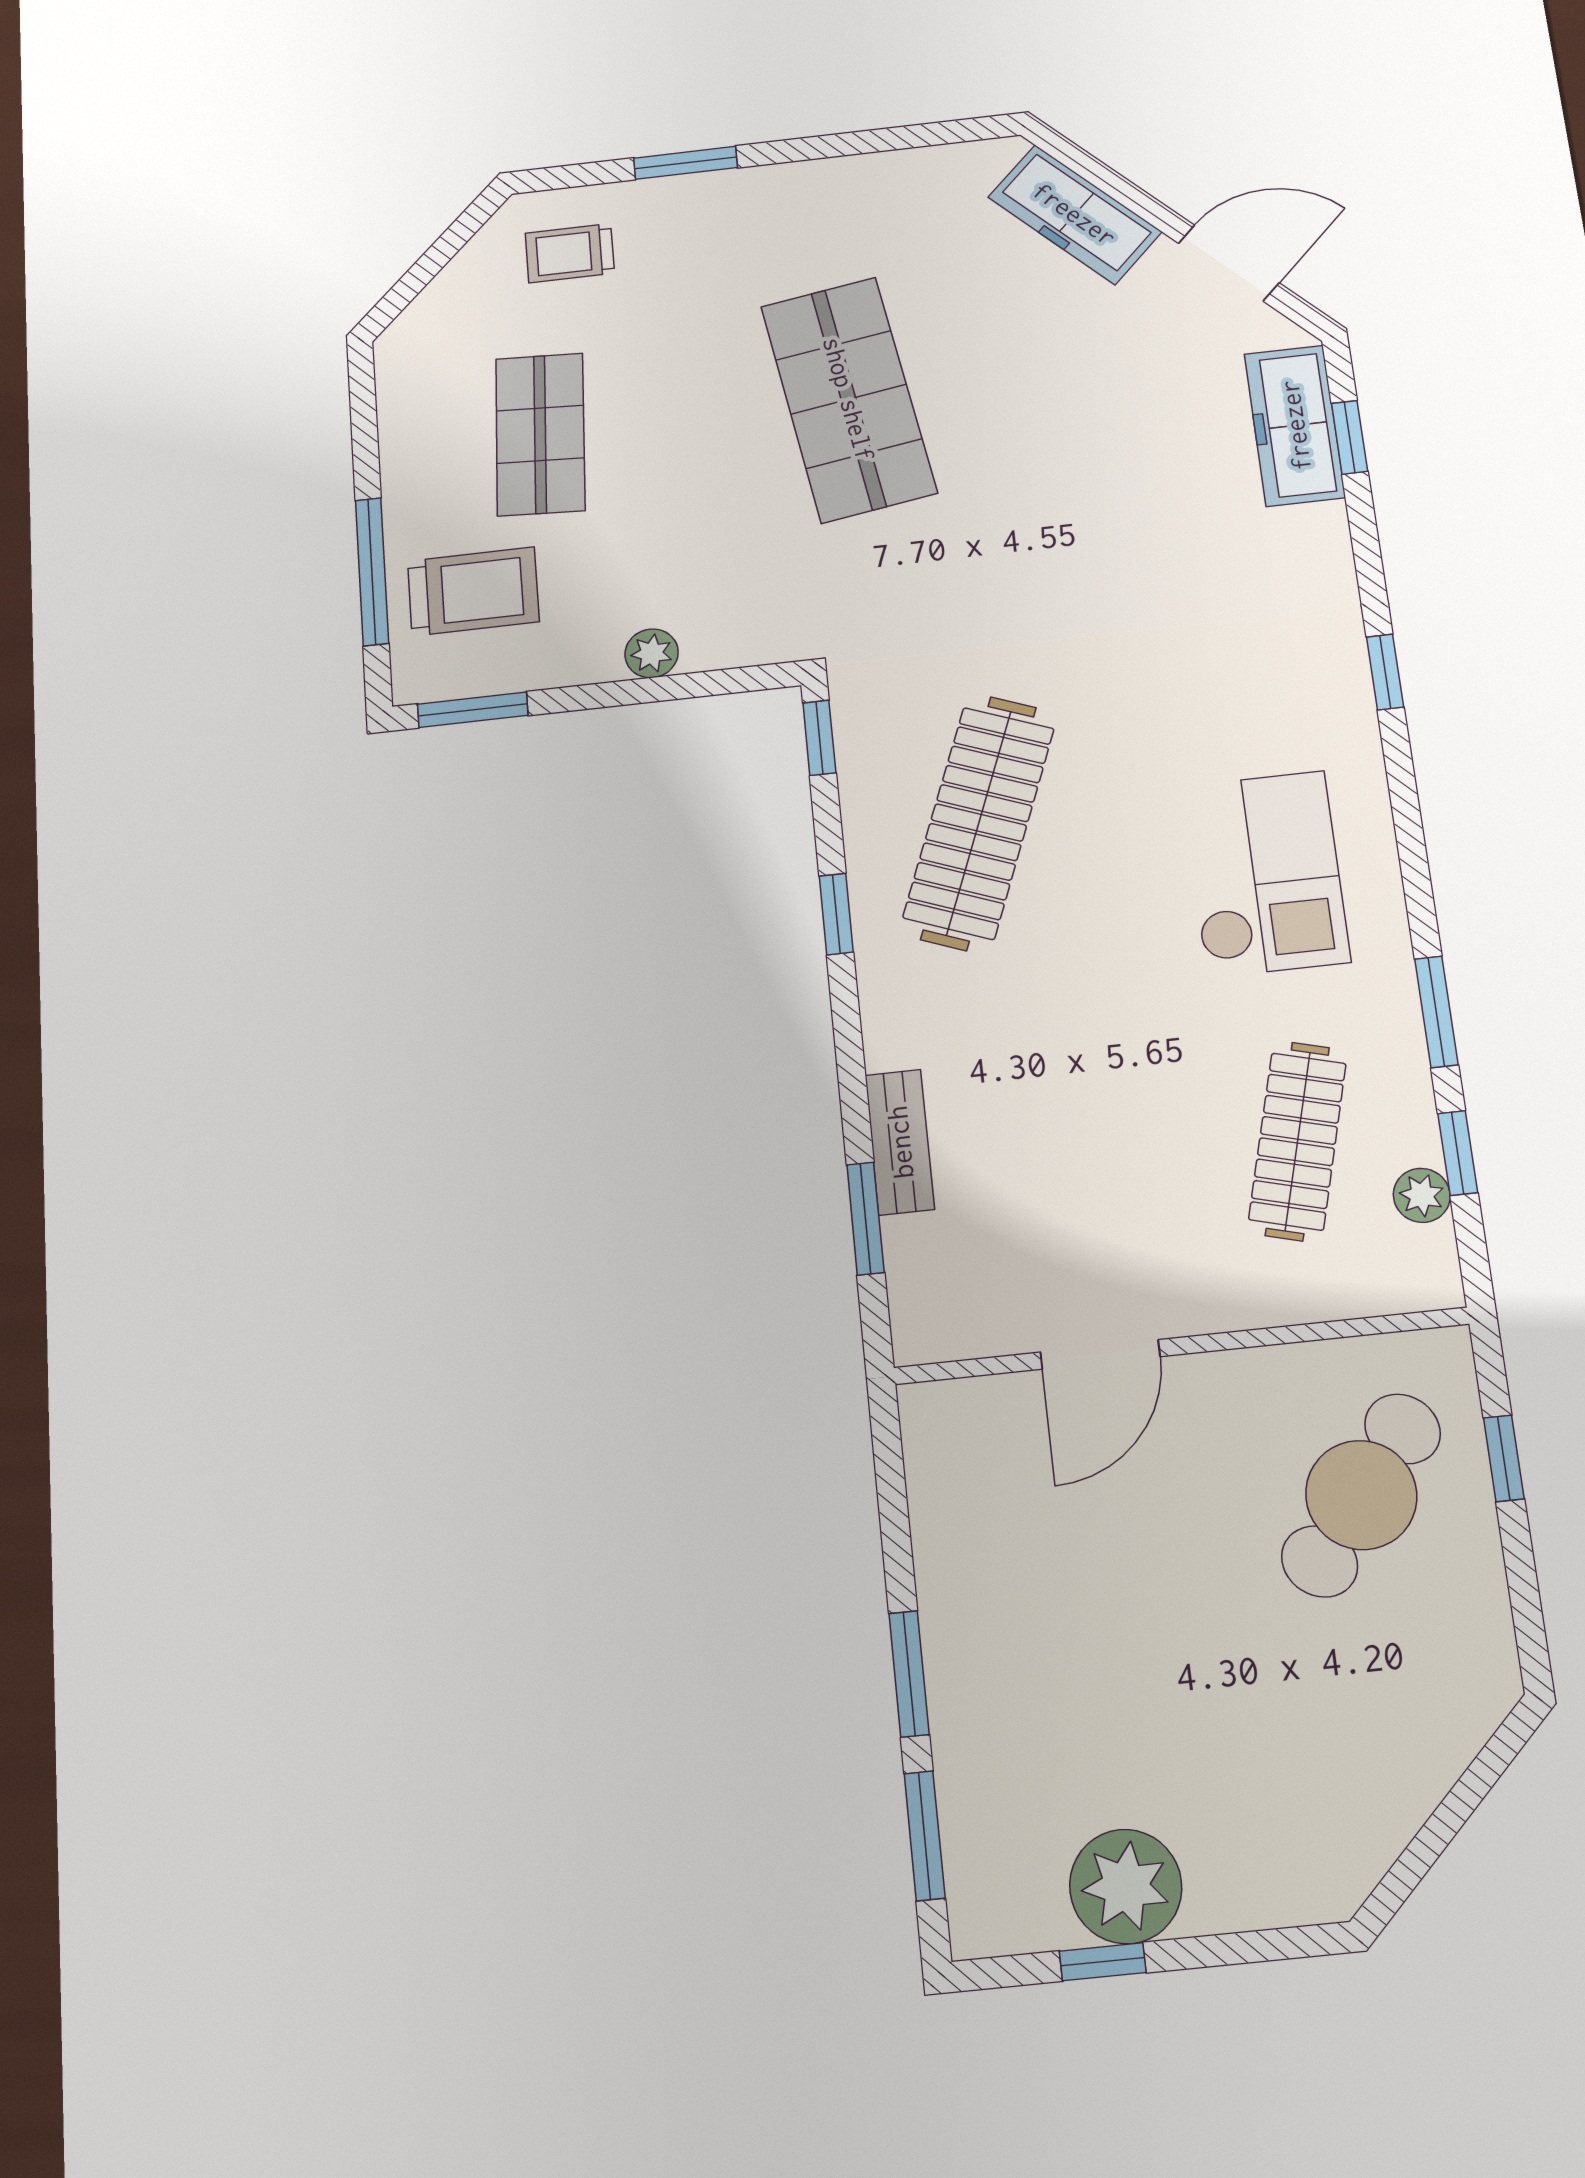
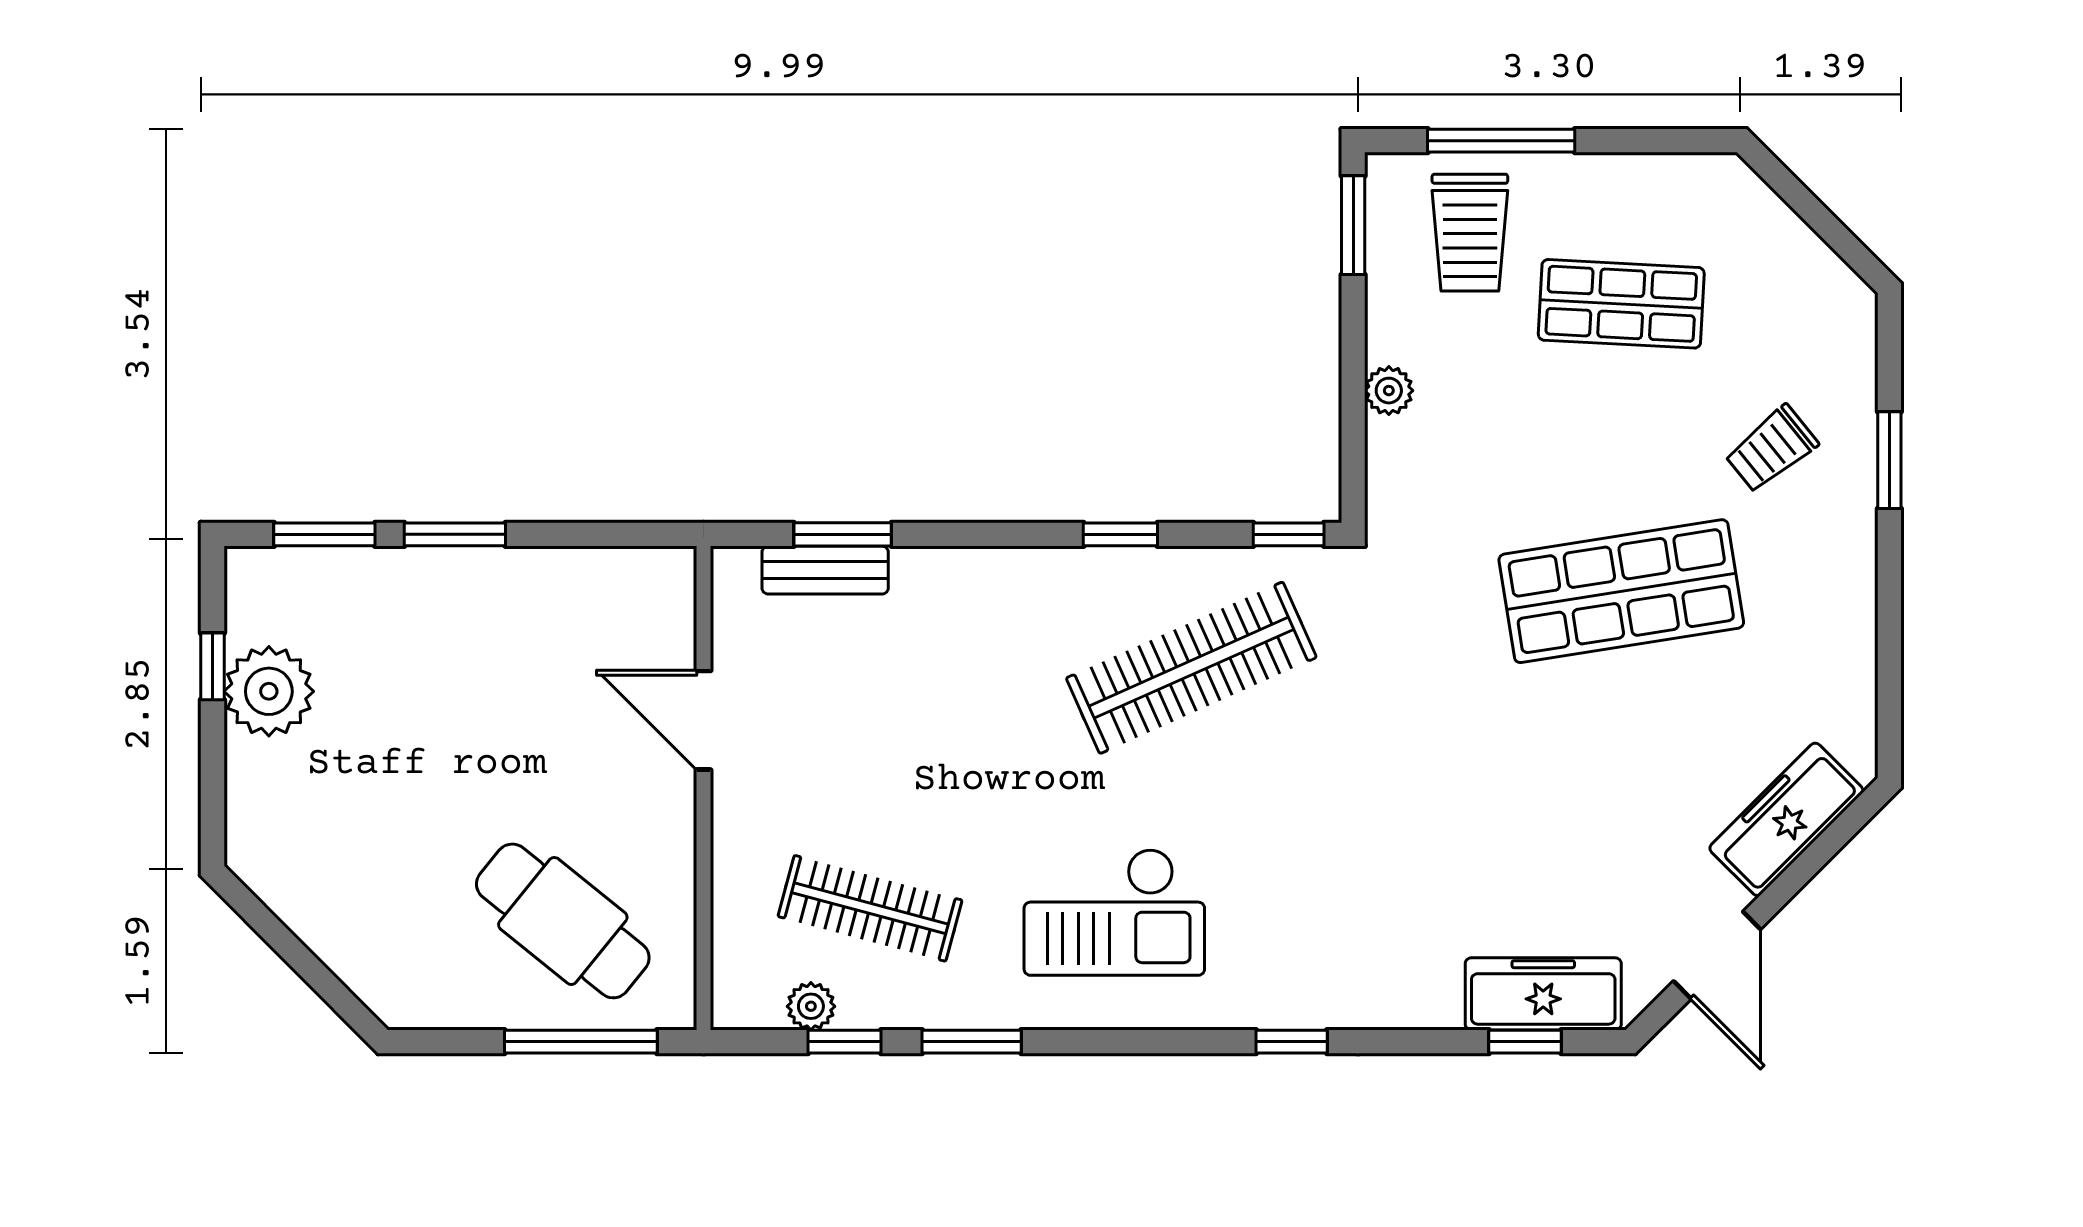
trolley: (570, 253) -> (1771, 449), moved, turned -129
clothes rail: (979, 823) -> (1191, 668), turned -45
bench: (900, 1142) -> (825, 570), moved
window: (1504, 1458) -> (581, 1042), width x2.17

